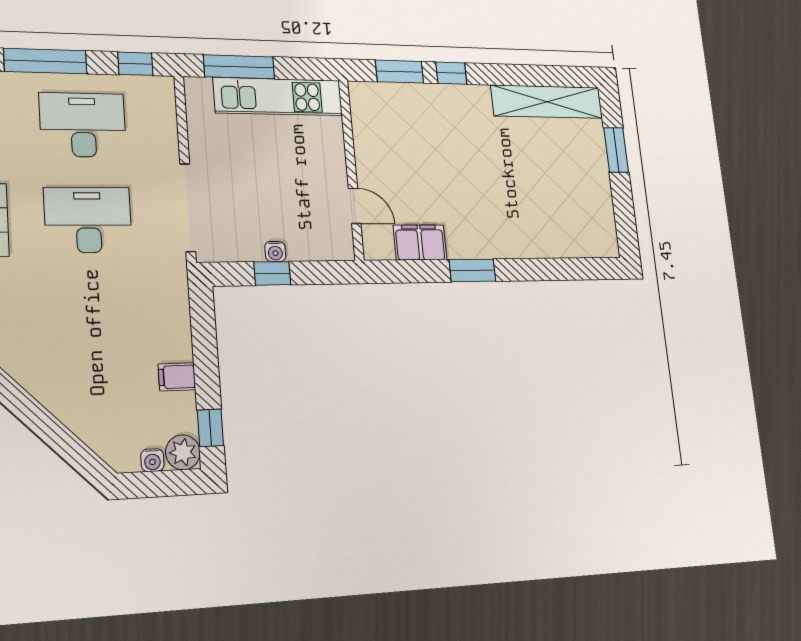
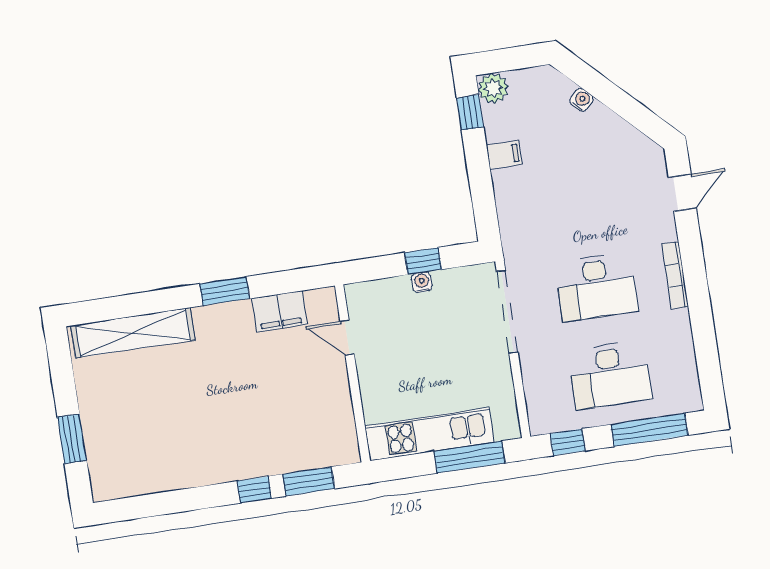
shelving: (547, 102) -> (133, 333), moved
water cooler: (152, 460) -> (582, 100), moved, turned 45

